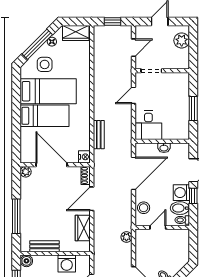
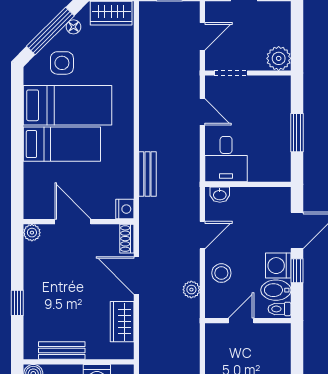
plant: (182, 40) -> (279, 58), moved
door: (133, 95) -> (202, 112), swing flipped
washbasin: (164, 148) -> (220, 195), moved
door: (52, 165) -> (73, 222), width x0.73
door: (133, 173) -> (202, 235), width x0.53
door: (92, 199) -> (136, 275), hinge flipped
stool: (144, 208) -> (221, 273), moved
window: (16, 216) -> (17, 303), width x0.46
plant: (126, 237) -> (191, 290), moved

